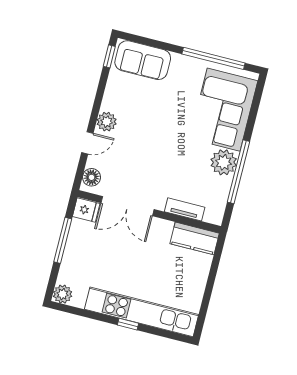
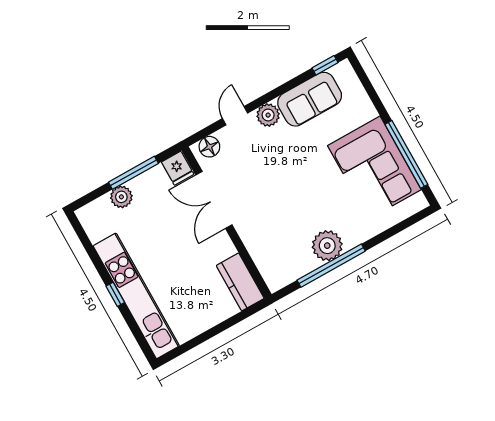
sofa: (143, 60) -> (310, 99), moved, turned -90
corner sofa: (224, 110) -> (374, 168), moved, turned -90
door: (87, 143) -> (235, 116), swing flipped
tv unit: (185, 209) -> (257, 250), removed
plant: (63, 294) -> (121, 197), moved

